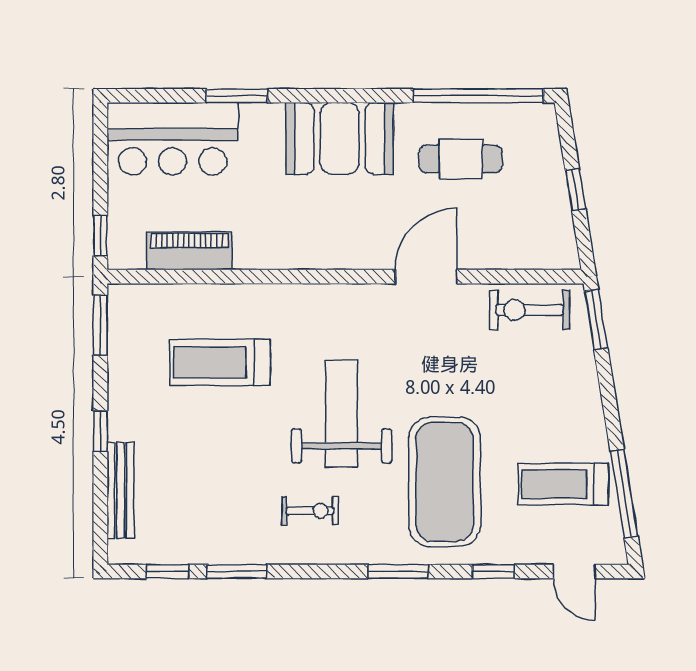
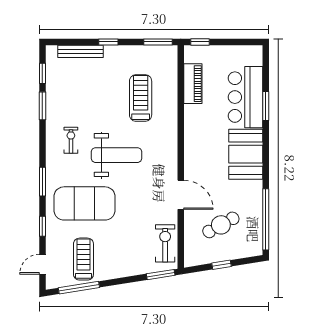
bar counter: (173, 139) -> (245, 97), moved
cafe table: (461, 159) -> (221, 225), moved, turned 61
exercise bike: (310, 511) -> (71, 140), turned 180

